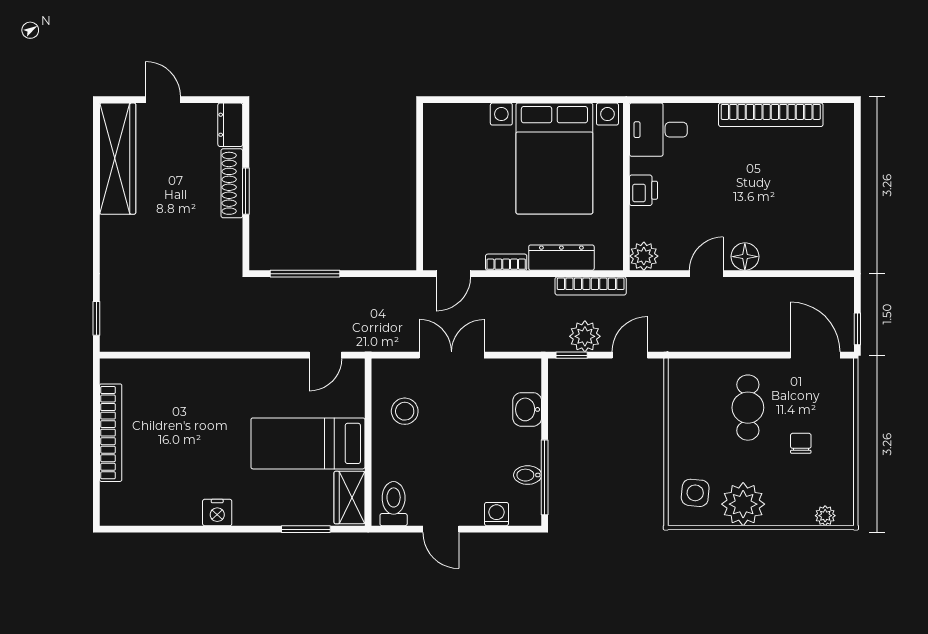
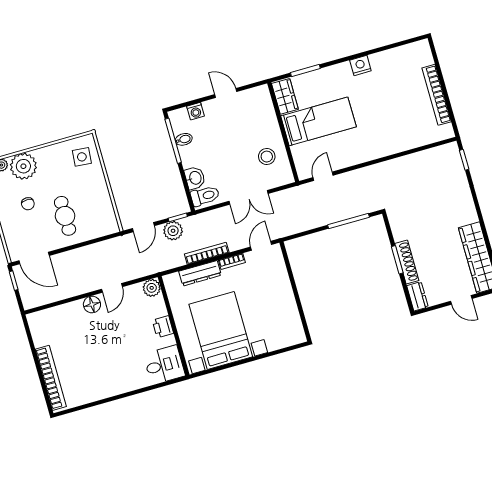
bookcase: (771, 115) -> (51, 378), moved, turned 90
bookcase: (591, 286) -> (207, 253), moved
toilet: (394, 504) -> (205, 196), moved, turned -90
plant: (743, 504) -> (23, 166), moved

